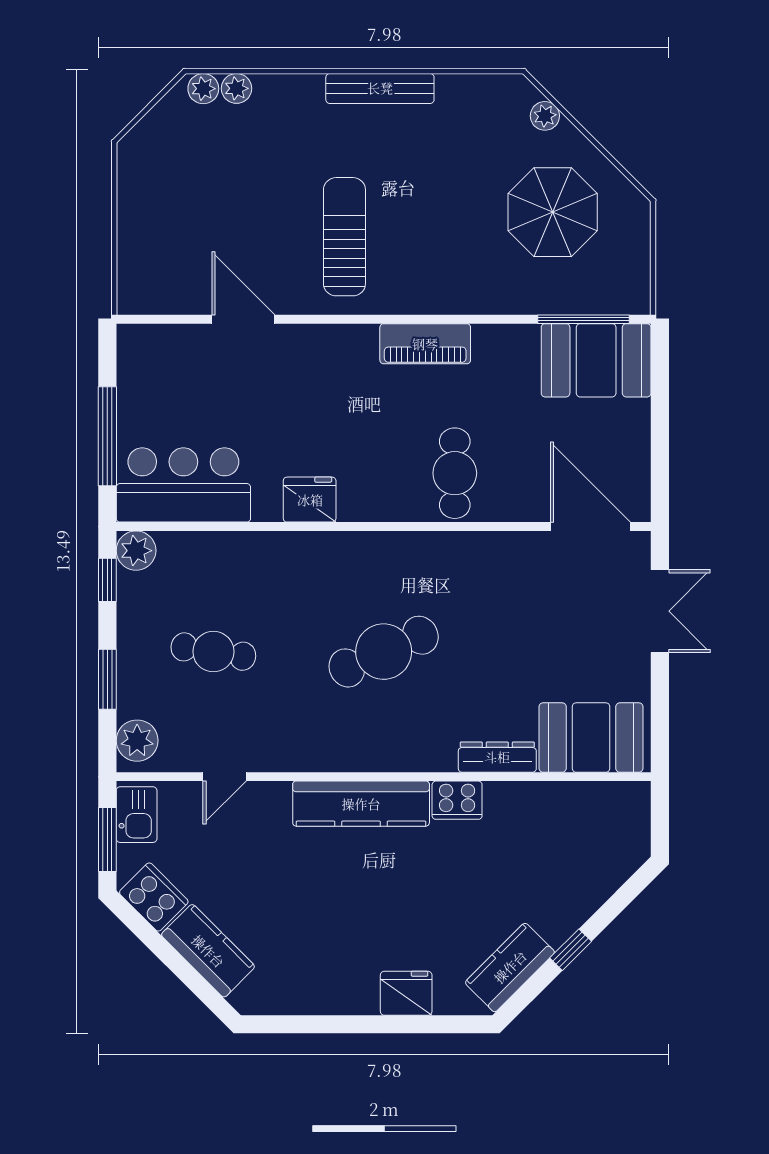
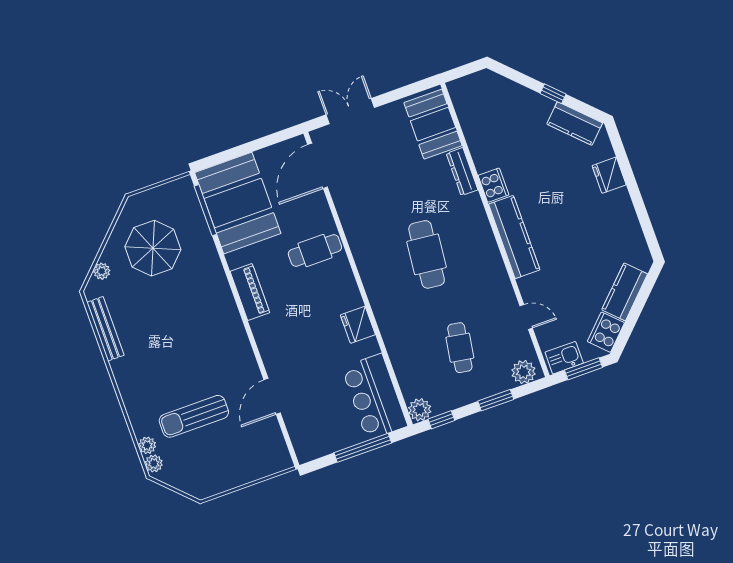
bench: (380, 88) -> (105, 329), moved
sun lounger: (344, 237) -> (194, 416), moved
booth: (596, 360) -> (238, 203), width x1.36, depth x1.42
cafe table: (384, 652) -> (427, 254), turned 30

